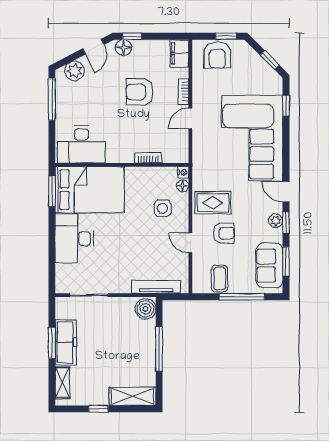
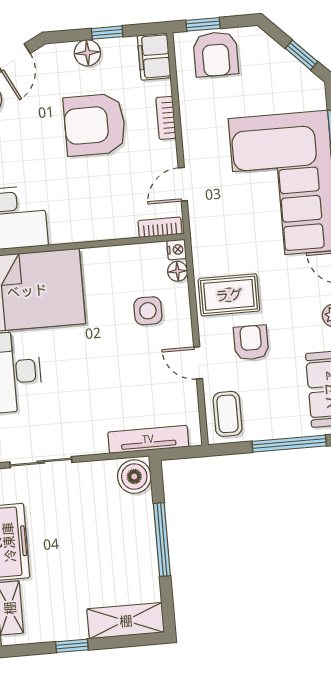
window: (132, 36) -> (107, 33), moved
window: (226, 36) -> (203, 24), moved
floor lamp: (123, 48) -> (87, 53), moved
armchair: (140, 92) -> (95, 125), width x1.36, depth x1.36
door: (190, 118) -> (183, 184), moved
bookcase: (148, 158) -> (160, 227), moved
armchair: (224, 233) -> (251, 343), turned -90
coffee table: (220, 278) -> (227, 414), moved

